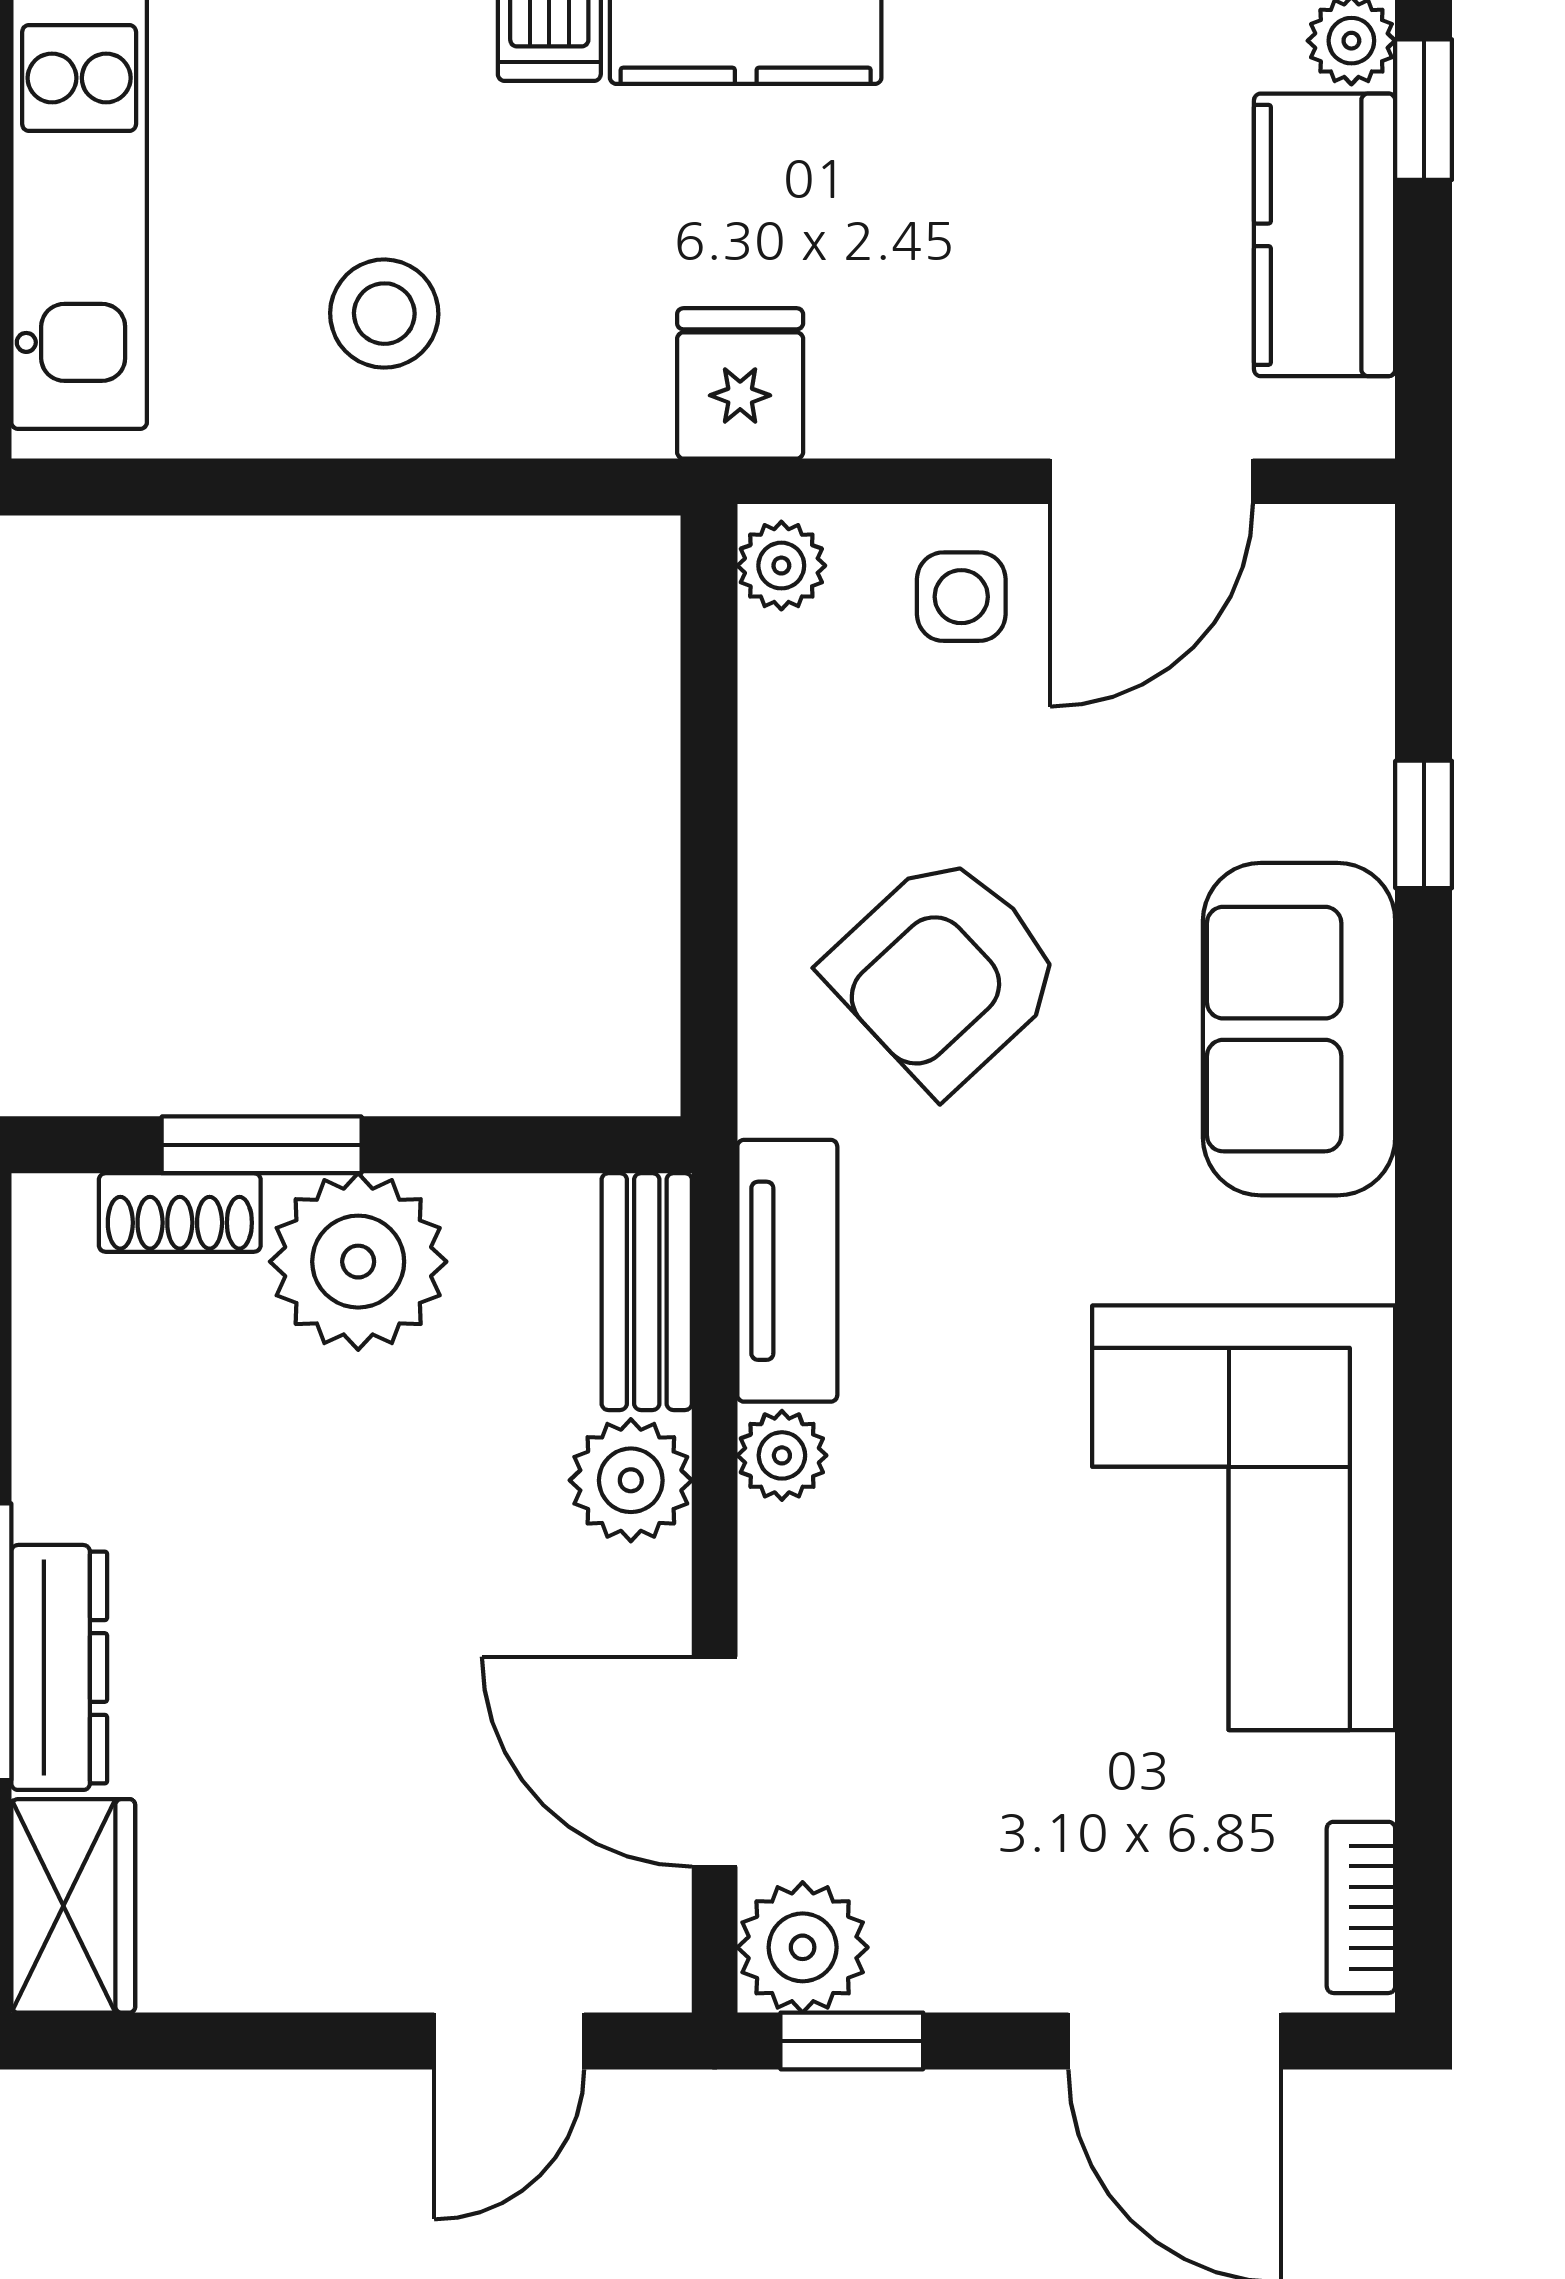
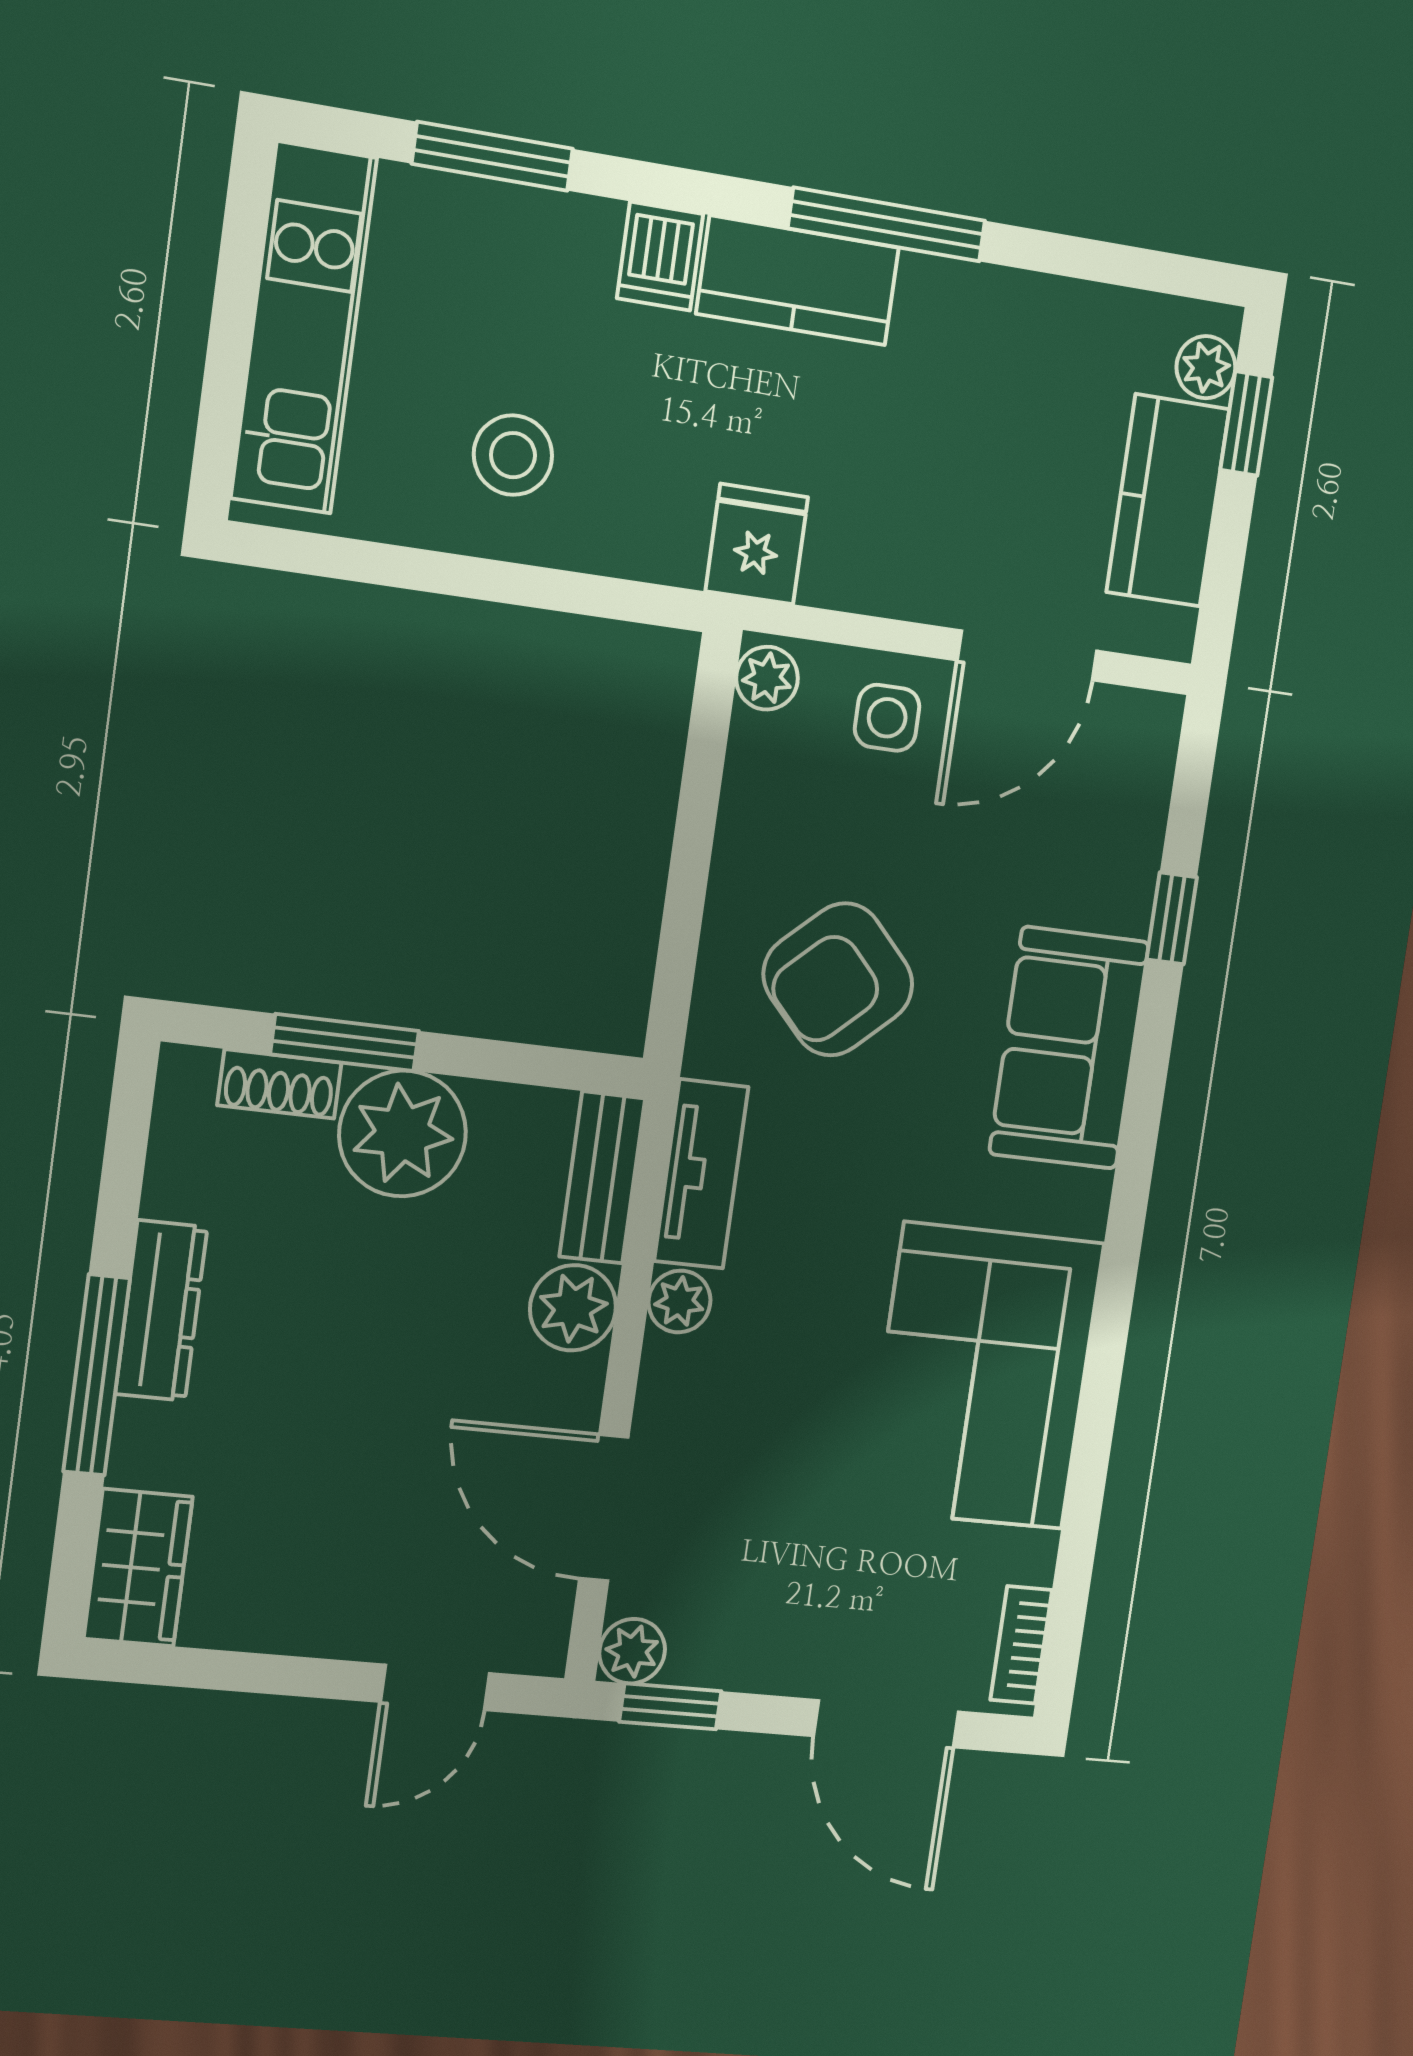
dresser: (59, 1667) -> (161, 1311), moved
plant: (803, 1947) -> (632, 1651), width x0.73, depth x0.73

